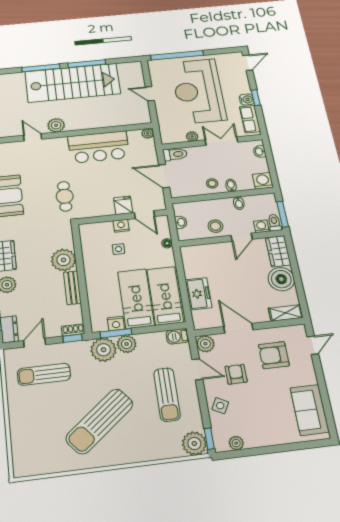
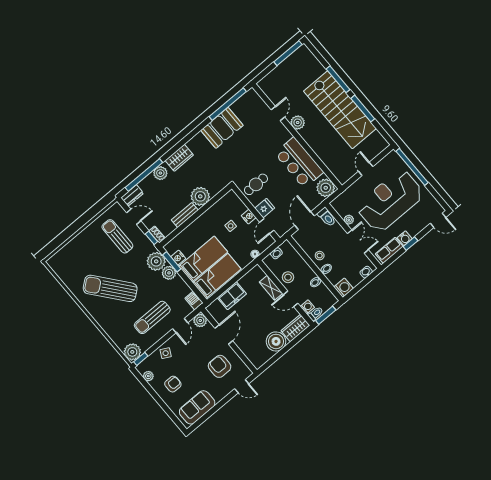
plant: (148, 133) -> (326, 188), width x1.88, depth x1.88
cafe table: (65, 196) -> (256, 184), moved
shelving: (286, 313) -> (271, 288), moved
armchair: (236, 374) -> (173, 384), moved

